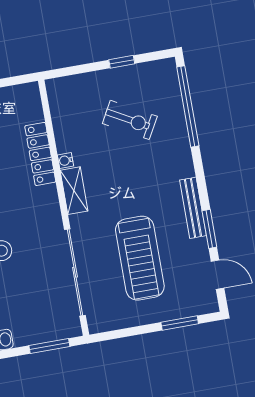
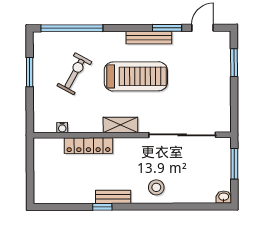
window: (122, 62) -> (30, 72), width x1.50
water cooler: (66, 160) -> (62, 128), moved
treadmill: (140, 258) -> (136, 76), moved

